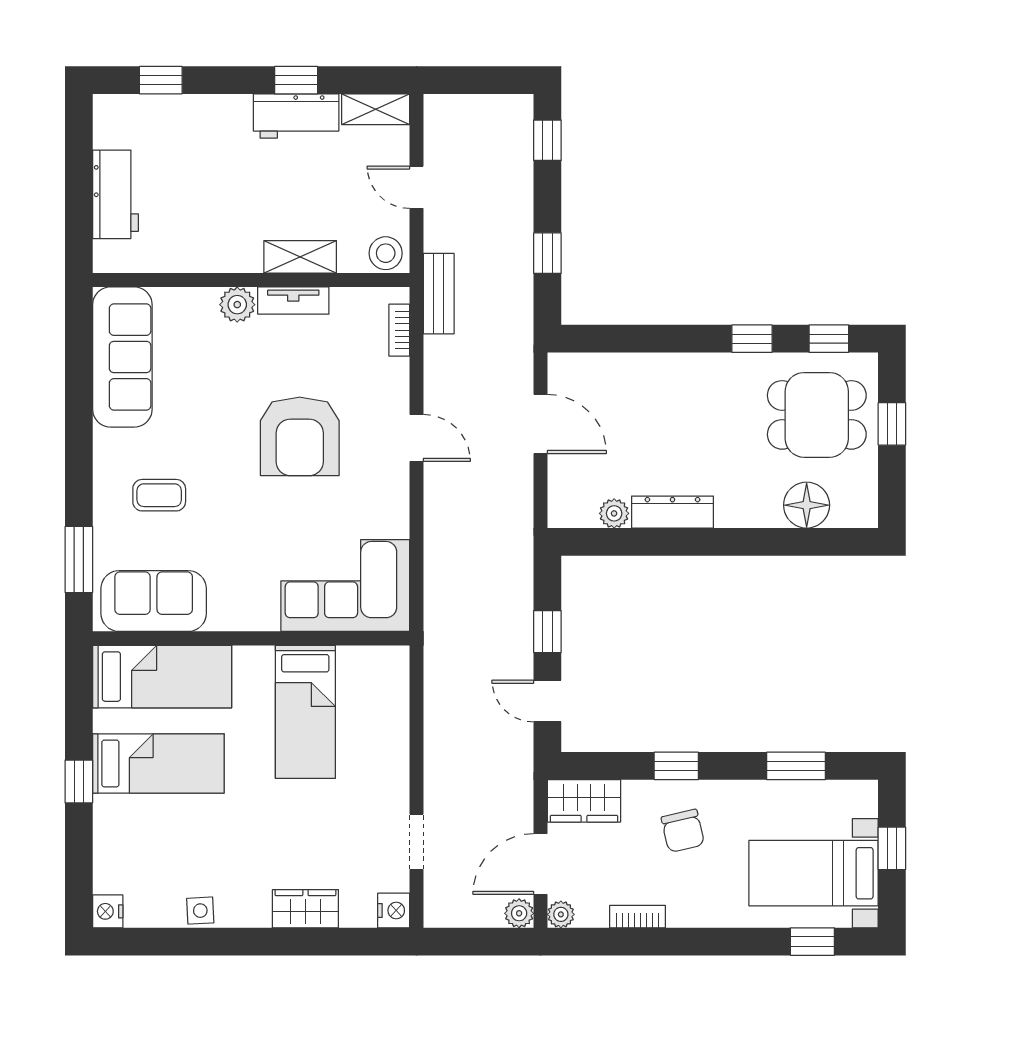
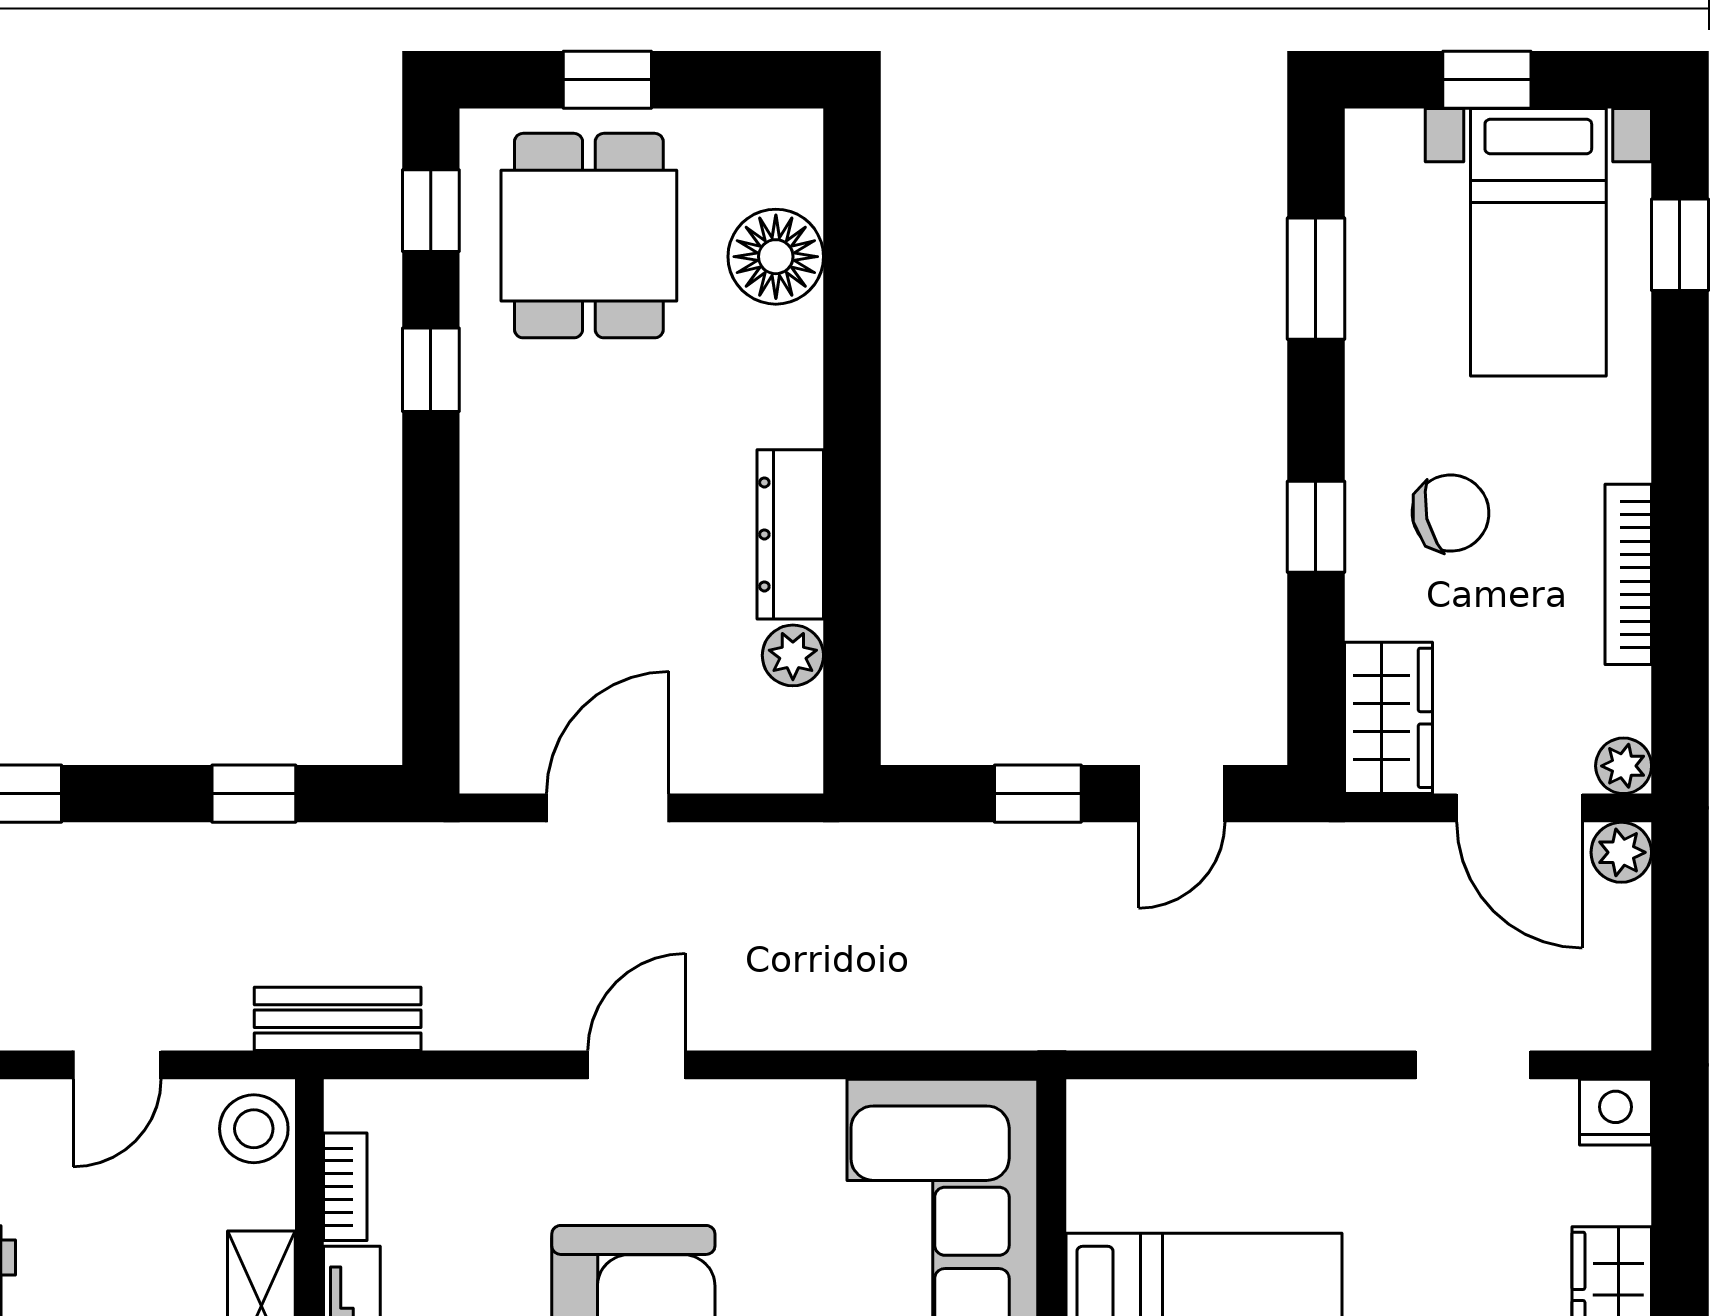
bookcase: (399, 330) -> (345, 1187), moved, turned -90
bookcase: (638, 917) -> (1628, 574), width x1.56

